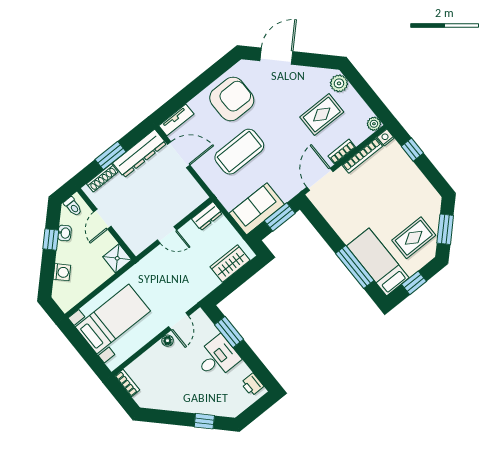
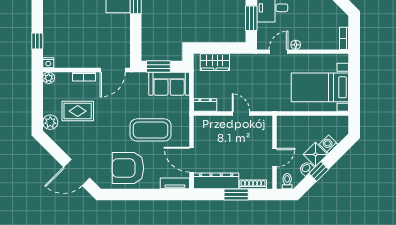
bookcase: (362, 156) -> (73, 63), removed
shower: (117, 258) -> (315, 154), moved, turned 45

